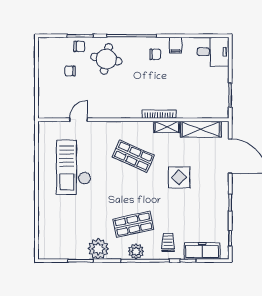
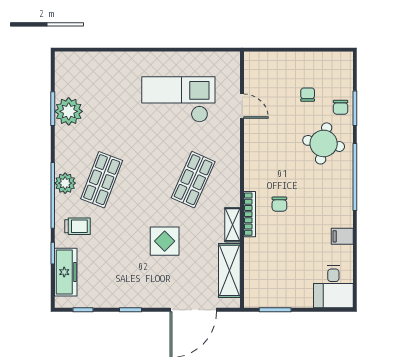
chair: (155, 54) -> (279, 204), moved
shop shelf: (133, 224) -> (102, 180), turned 33
plant: (98, 249) -> (69, 111), moved

